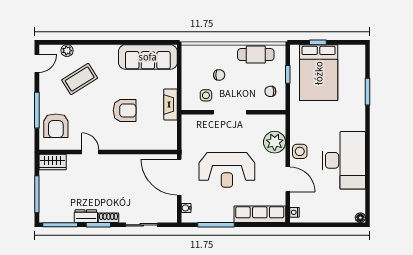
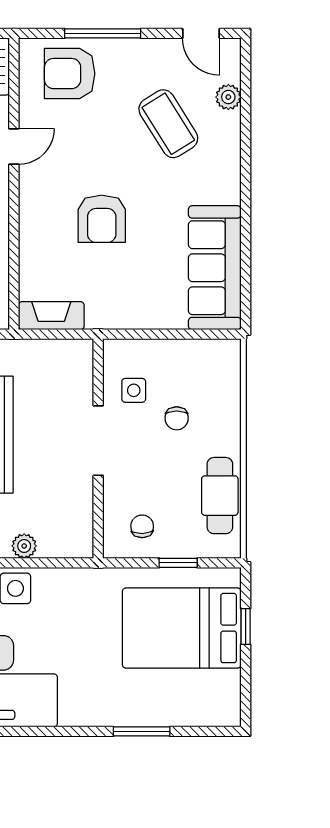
fireplace: (171, 105) -> (51, 316), moved
plant: (275, 142) -> (24, 546), width x0.53, depth x0.53

